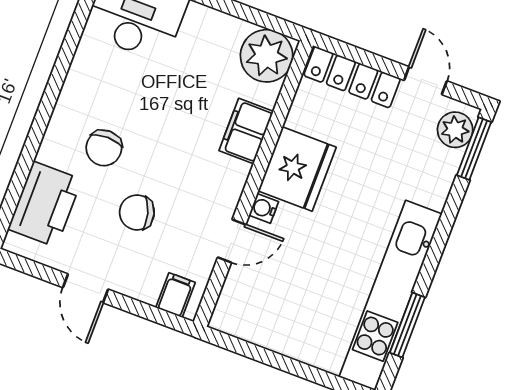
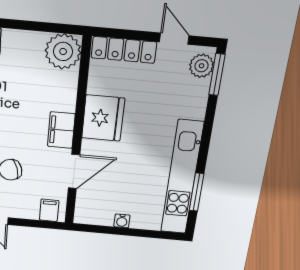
filing cabinet: (246, 131) -> (61, 130), moved
water cooler: (264, 208) -> (122, 221), moved, turned -90
door: (232, 241) -> (74, 171), width x1.38

